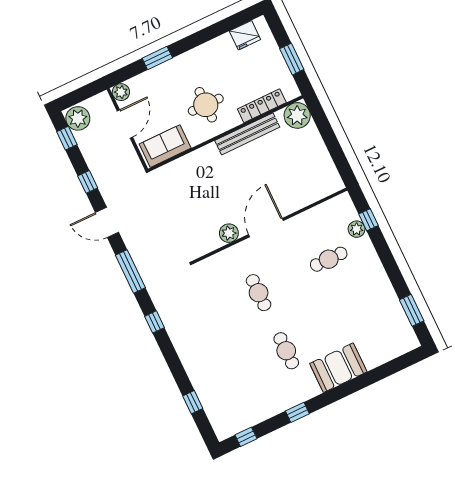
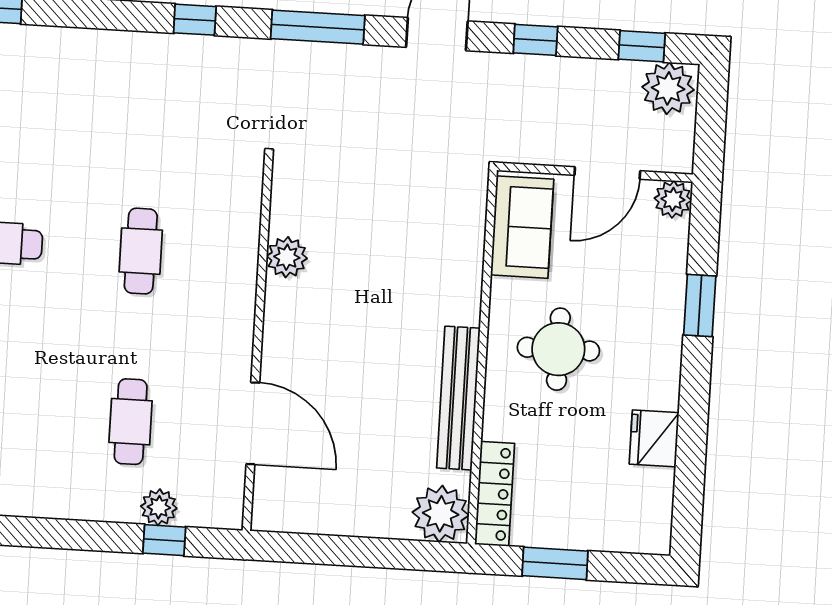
fridge: (245, 35) -> (654, 438), moved
locker: (262, 106) -> (495, 494), moved
door: (125, 124) -> (607, 173), hinge flipped
door: (266, 228) -> (253, 423), moved
cafe table: (259, 293) -> (141, 251), turned 90

